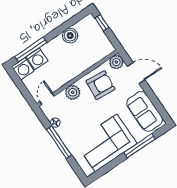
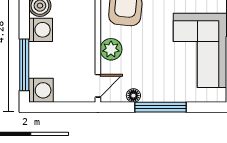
washing machine: (37, 59) -> (41, 30), moved
door: (47, 99) -> (98, 86), swing flipped

